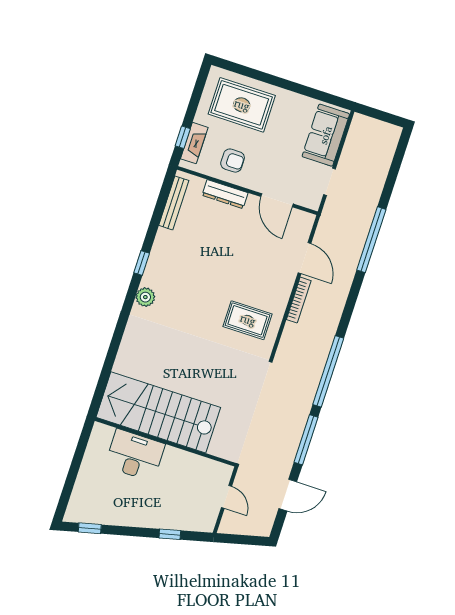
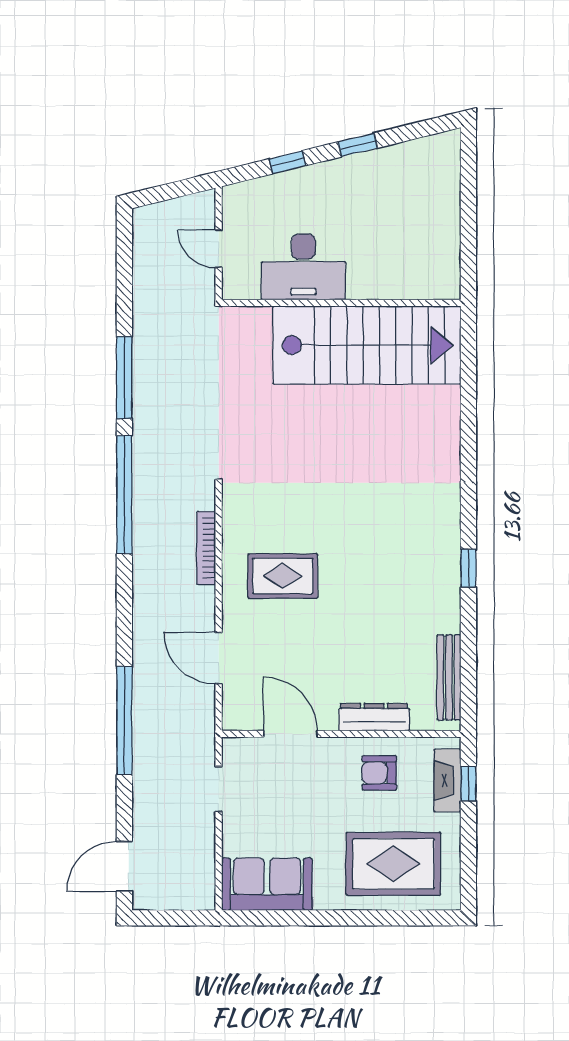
sofa: (326, 135) -> (267, 884), moved, turned -90
plant: (145, 297) -> (445, 517), removed
bookcase: (299, 300) -> (206, 548), moved
rug: (248, 320) -> (283, 576), moved
desk: (135, 455) -> (303, 267), moved
door: (288, 495) -> (124, 866), moved
window: (90, 528) -> (358, 145), moved

